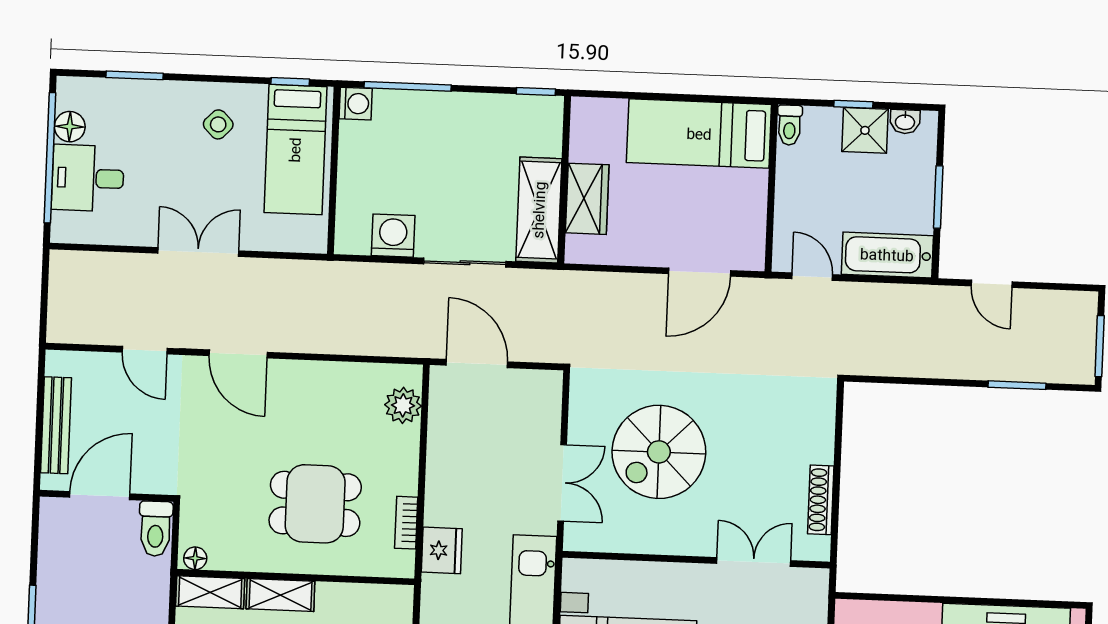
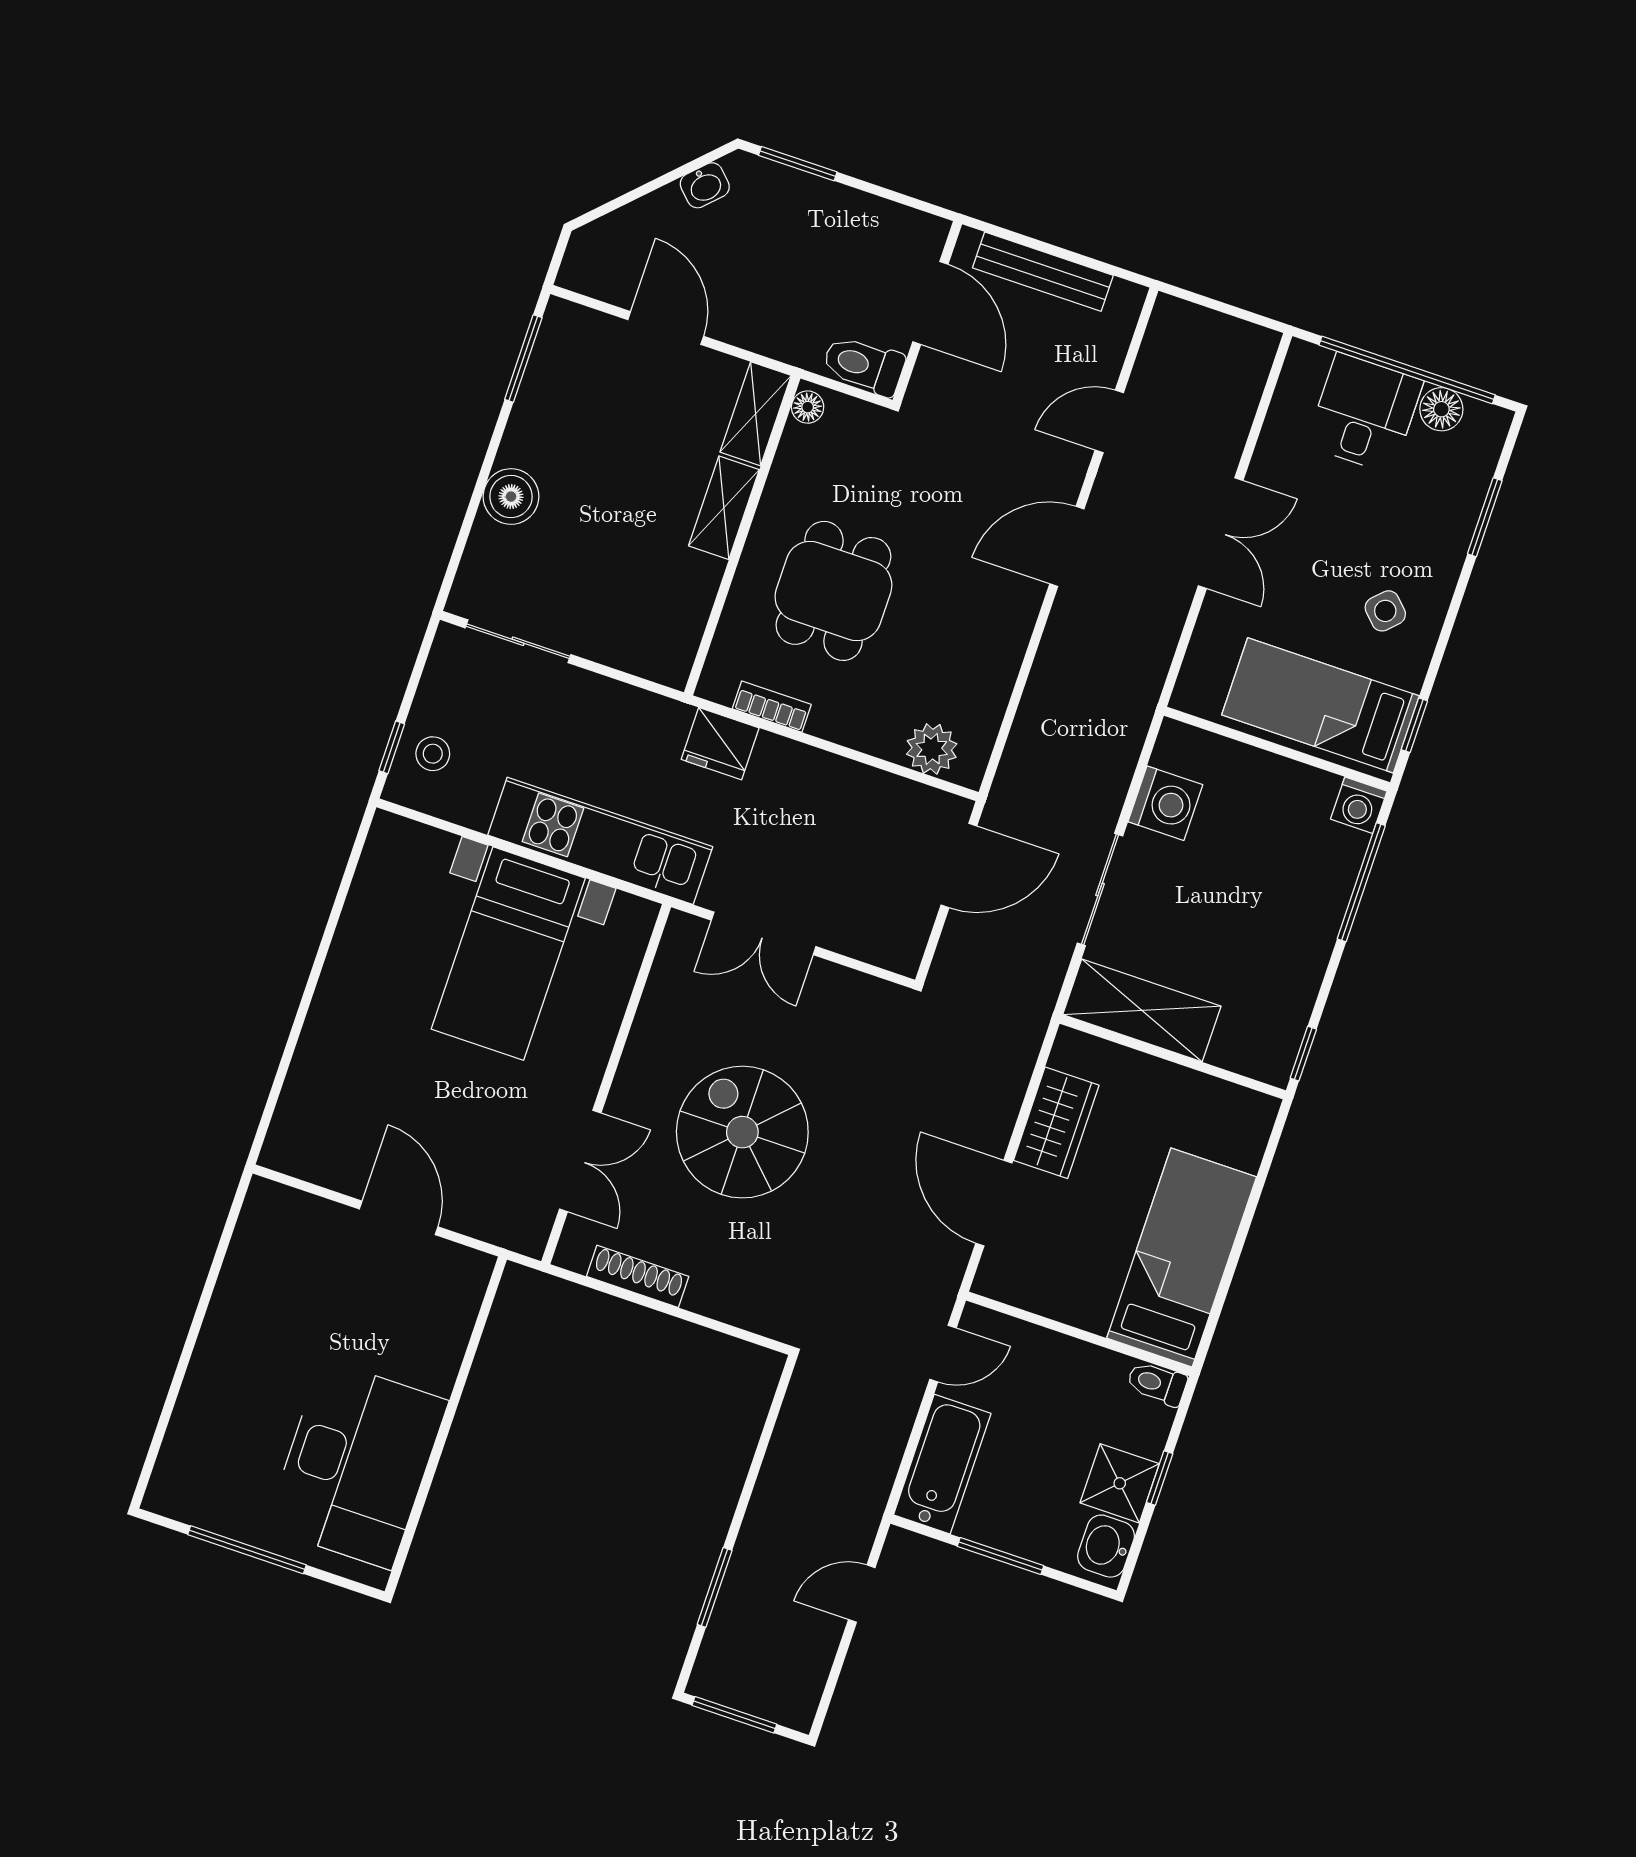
washbasin: (905, 122) -> (1106, 1546), width x1.38, depth x1.45
wardrobe: (587, 199) -> (1056, 1123), moved, turned -90
spiral stairs: (659, 452) -> (742, 1132), moved

